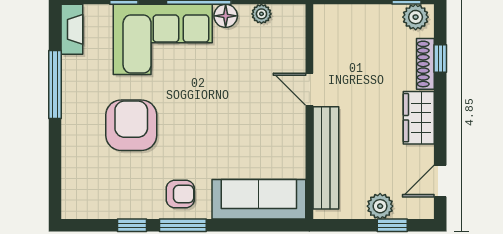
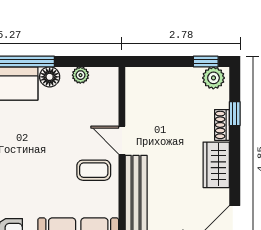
shoe rack: (425, 64) -> (222, 125), width x0.70
coffee table: (277, 124) -> (94, 170), added

